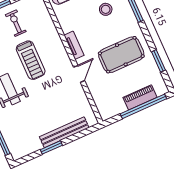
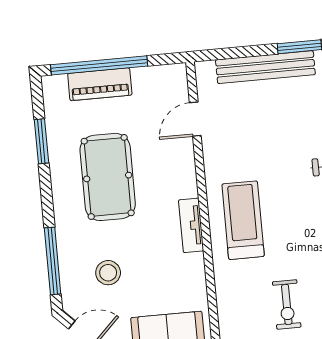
pool table: (121, 55) -> (108, 177), turned 90
treadmill: (31, 60) -> (243, 220), moved
door: (79, 74) -> (195, 119), moved

